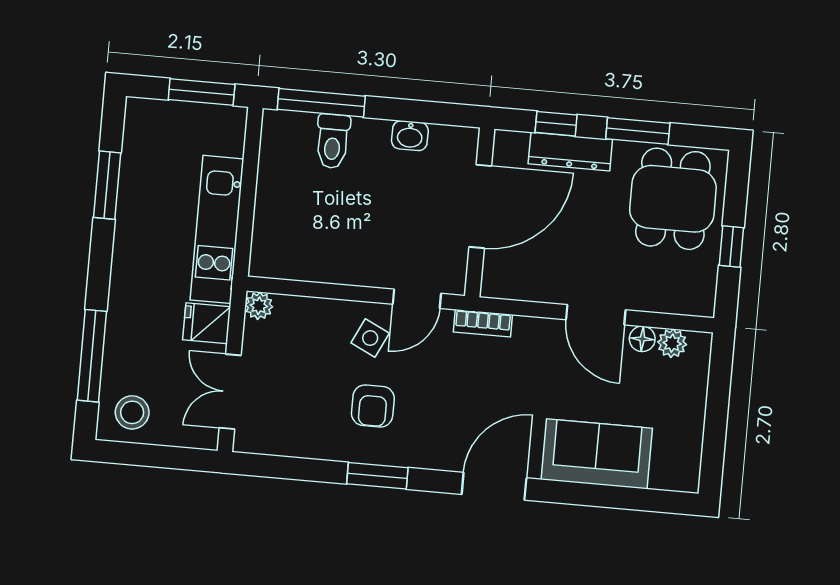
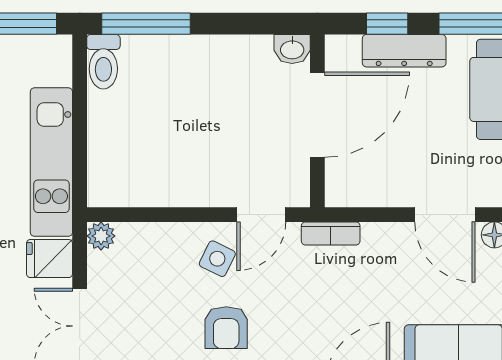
washbasin: (410, 136) -> (292, 49), moved
toilet: (333, 141) -> (103, 62), moved

